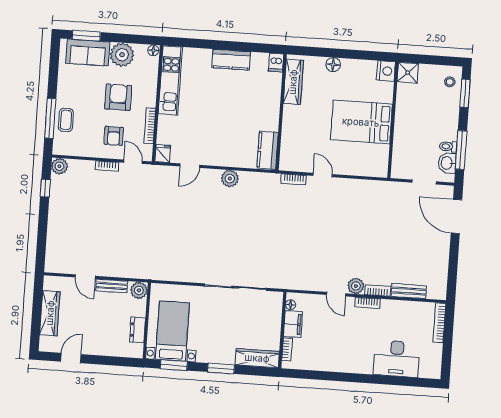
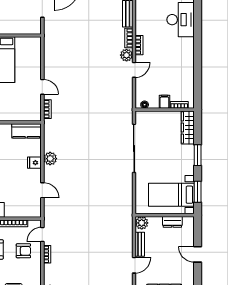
fridge: (163, 153) -> (34, 163), moved
door: (323, 175) -> (42, 87), swing flipped
filing cabinet: (293, 324) -> (164, 102), width x0.50
door: (71, 358) -> (198, 254), moved

